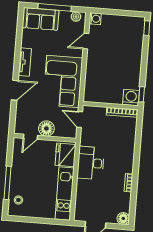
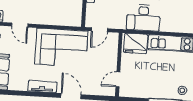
floor lamp: (46, 128) -> (109, 63), removed
door: (30, 137) -> (118, 79), swing flipped

